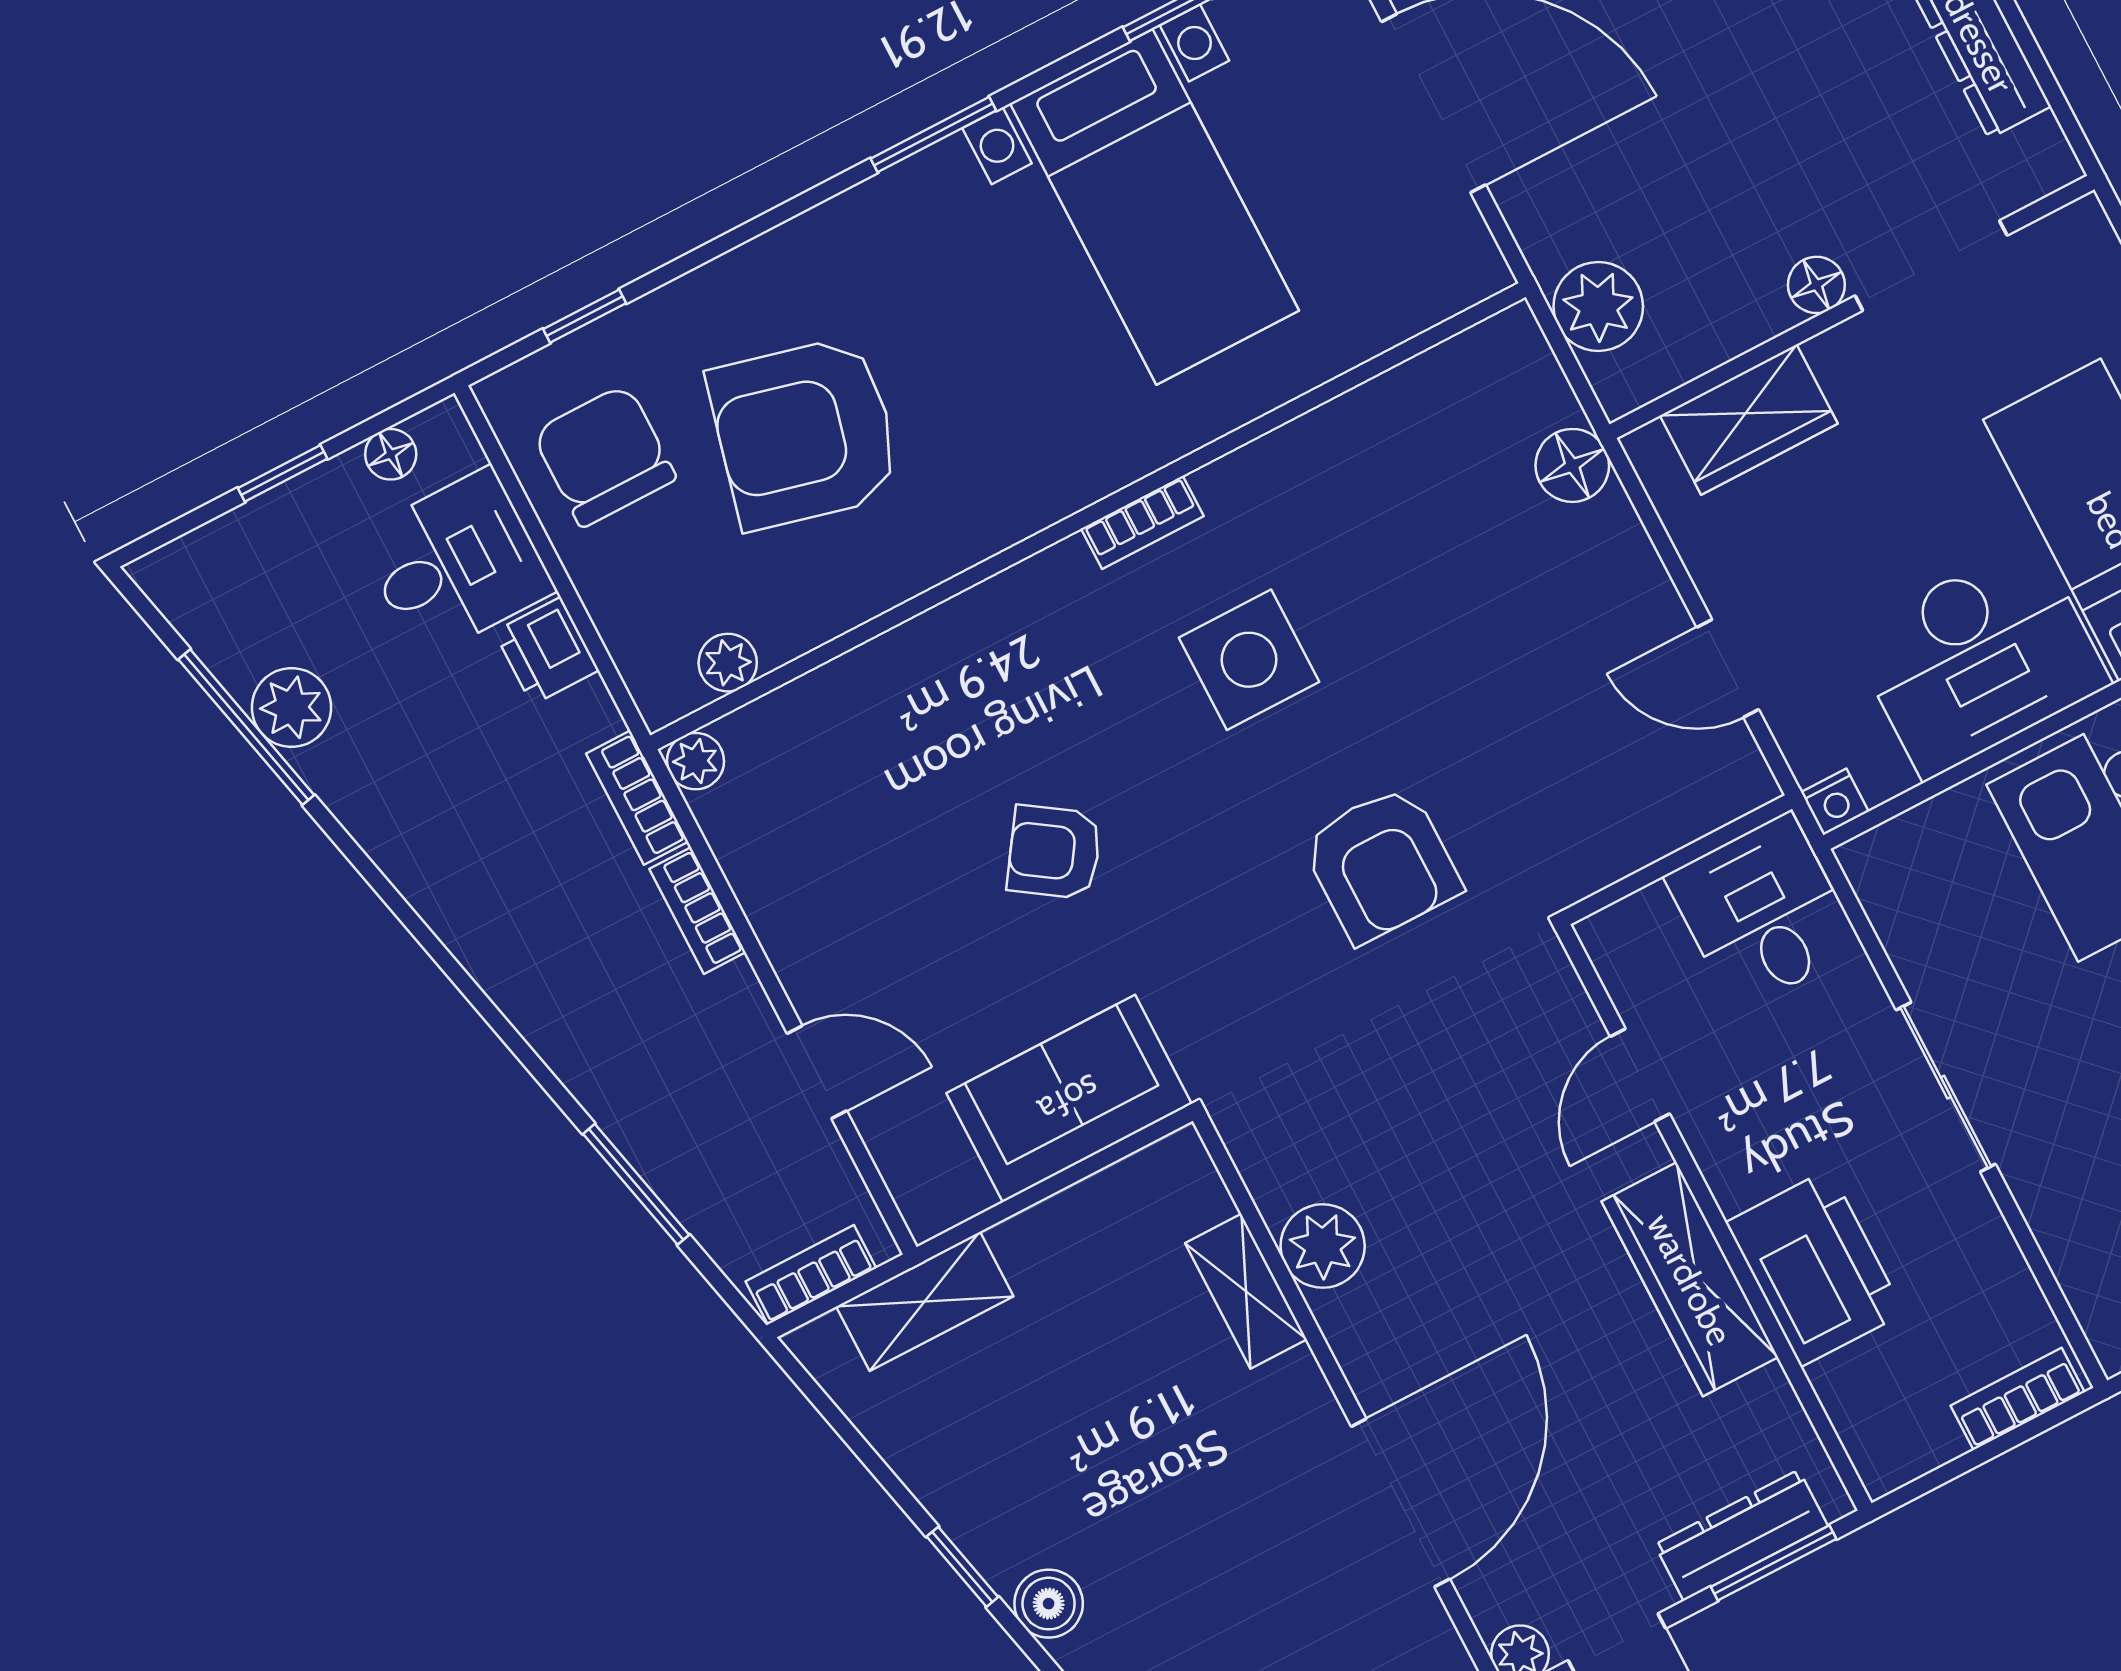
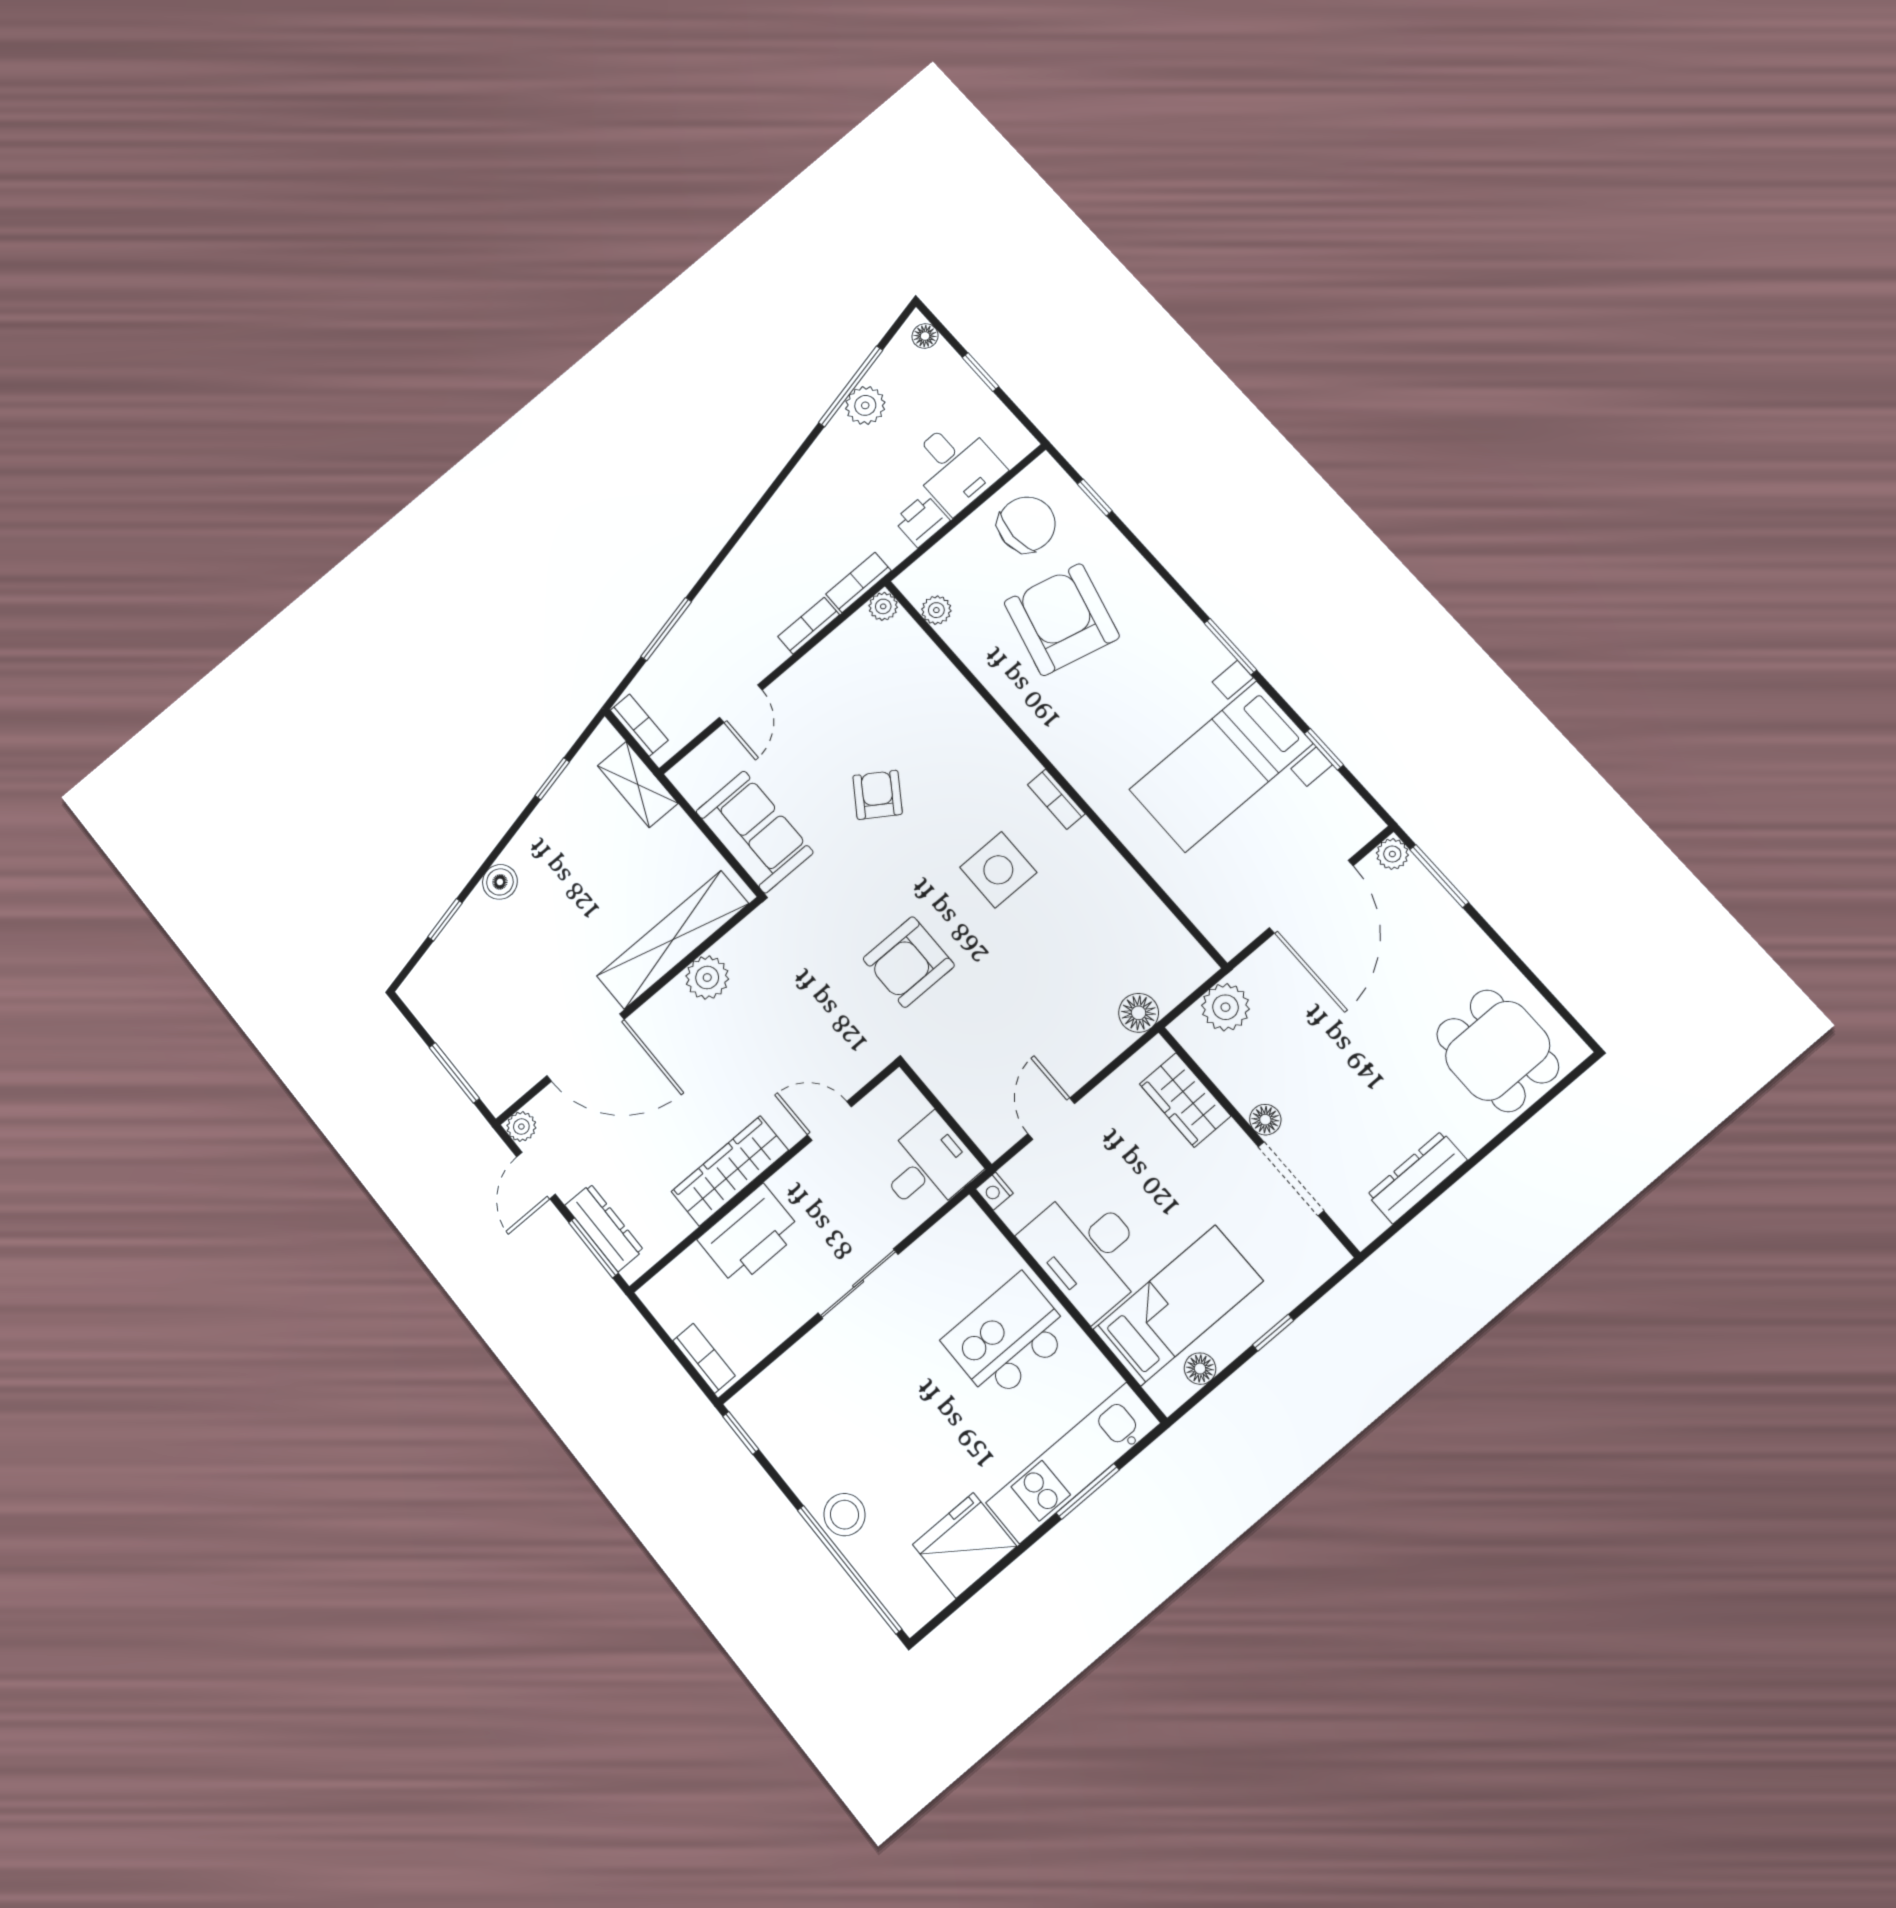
floor lamp: (391, 454) -> (925, 336), moved
shelving: (1246, 1291) -> (673, 940), width x2.20, depth x1.33
window: (962, 1567) -> (552, 779), moved

